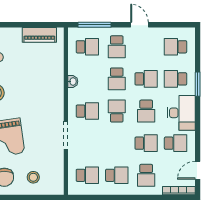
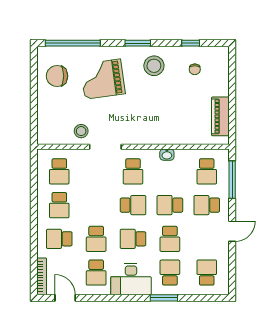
stool: (33, 177) -> (81, 131), moved

